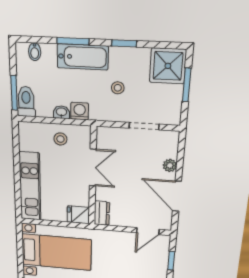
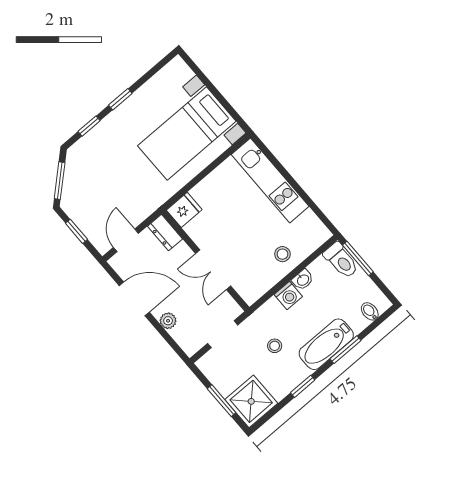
double door: (93, 168) -> (213, 270), moved
wall: (93, 177) -> (205, 261), moved
dresser: (102, 213) -> (165, 233), moved
fridge: (78, 215) -> (184, 210), moved

